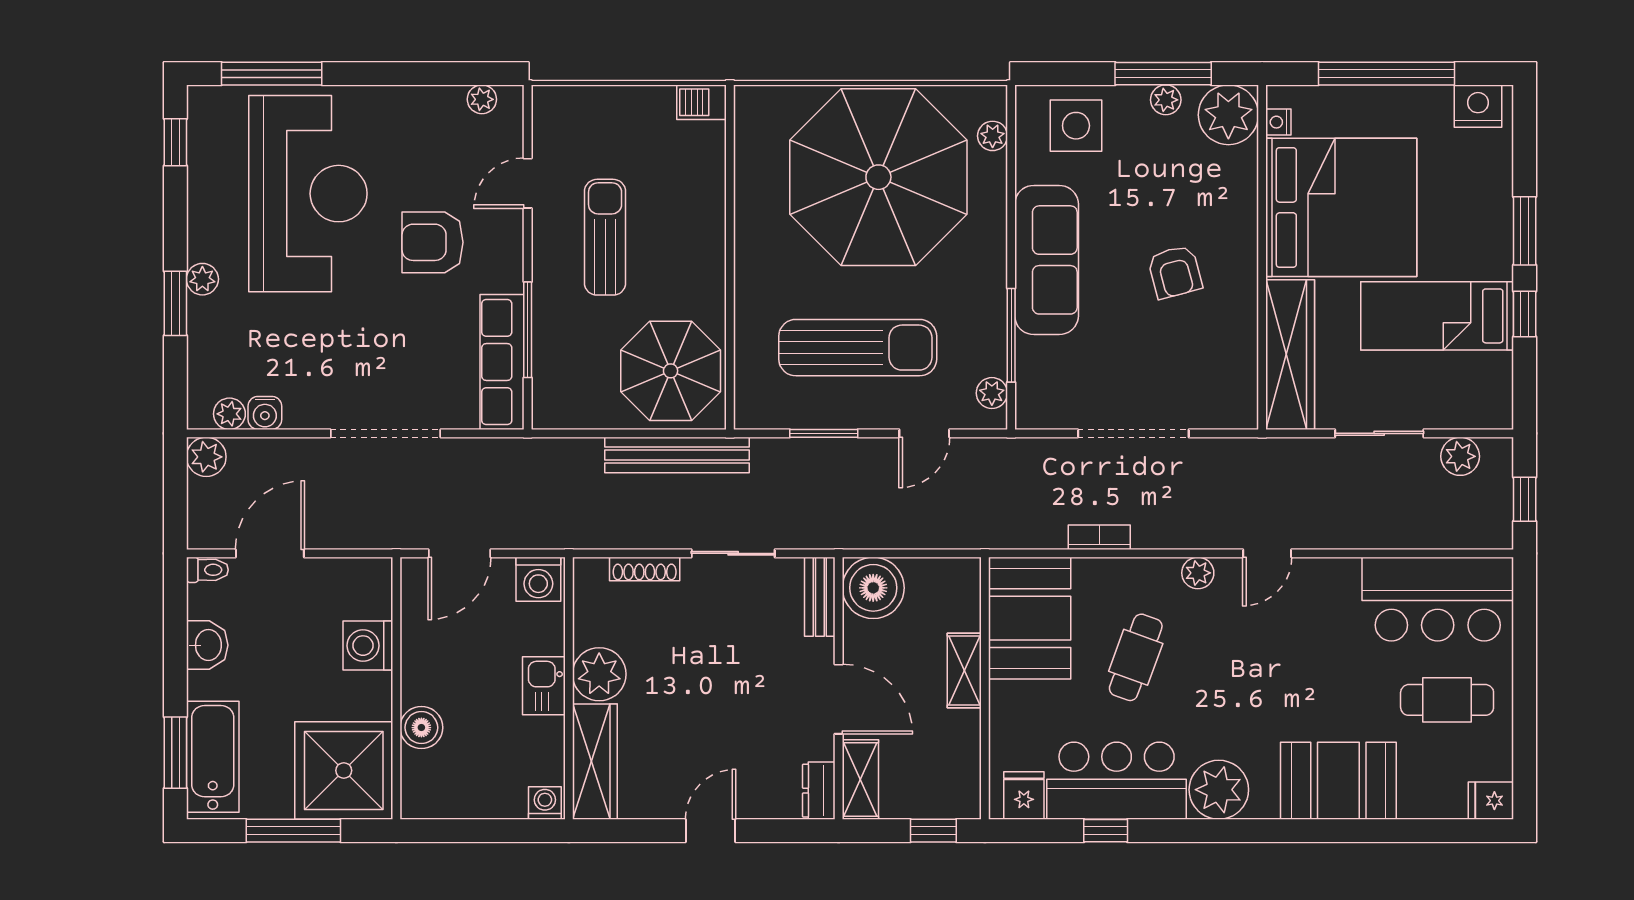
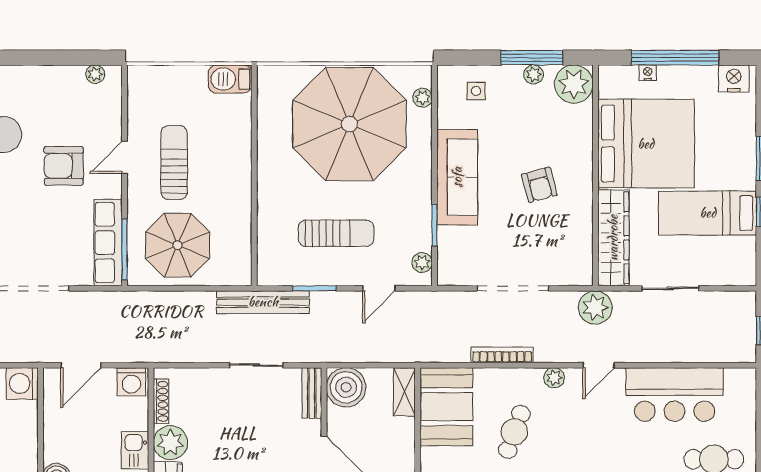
barbecue: (702, 102) -> (230, 79), width x1.38, depth x1.27
nightstand: (1278, 122) -> (648, 73), moved, turned 90
side table: (1076, 126) -> (476, 91), width x0.54, depth x0.54
door: (528, 183) -> (125, 157), moved
window: (528, 330) -> (125, 249), moved
window: (1011, 335) -> (434, 225), width x0.69
sun lounger: (858, 348) -> (336, 233), width x0.73, depth x0.75
parasol: (671, 371) -> (178, 245), moved
bench: (677, 455) -> (263, 302), moved
plant: (1460, 456) -> (595, 307), moved, width x1.36, depth x1.36
bookcase: (1099, 537) -> (502, 355), width x1.56
shoe rack: (645, 569) -> (161, 401), moved, turned -90
bar counter: (1438, 599) -> (674, 394), moved
washing machine: (368, 646) -> (22, 383), moved
shelving: (964, 671) -> (404, 392), moved

